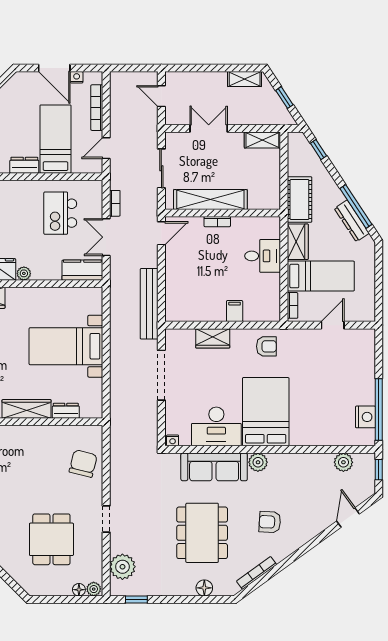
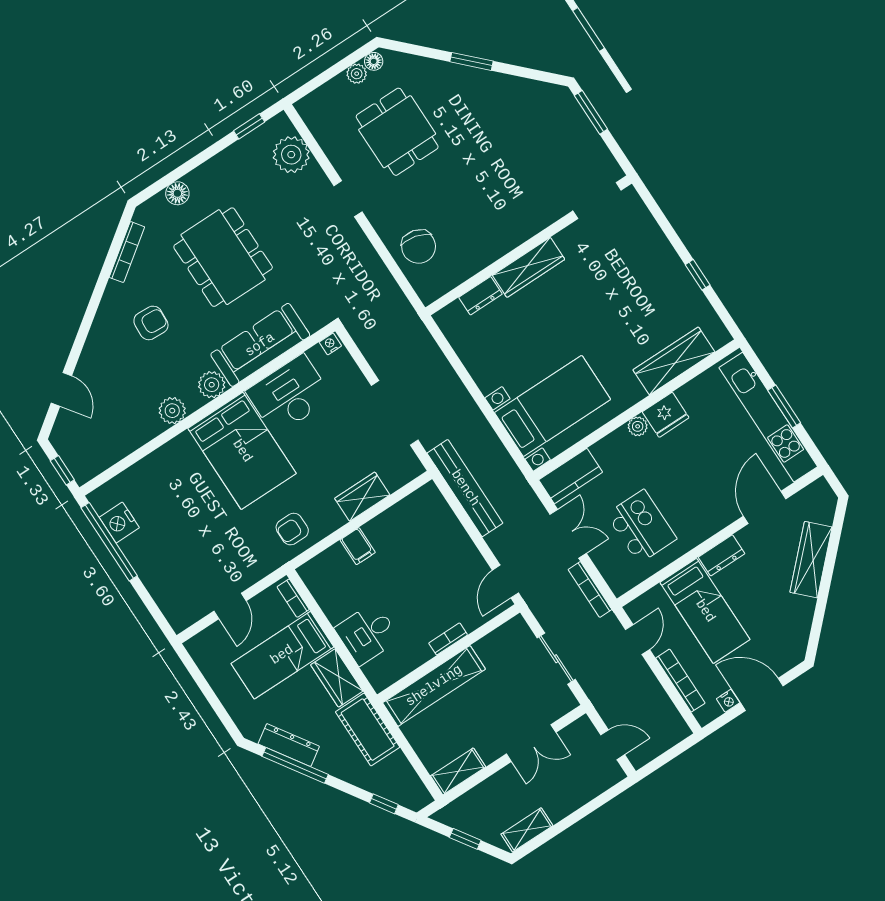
shelving: (210, 200) -> (434, 686), moved
bookcase: (115, 203) -> (590, 589), width x1.56
bed with nightstands: (66, 346) -> (553, 406), moved
plant: (343, 462) -> (172, 411), moved
plant: (94, 589) -> (357, 74), moved
floor lamp: (79, 590) -> (374, 61), moved

